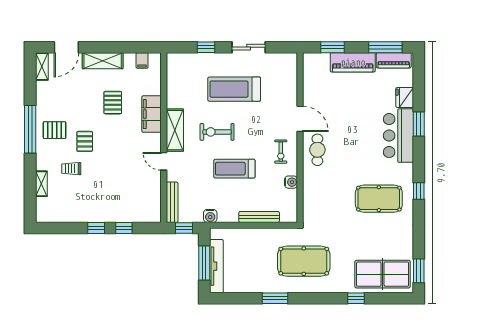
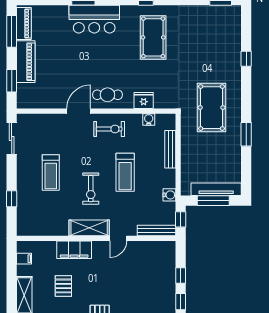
sliding door: (249, 47) -> (12, 138), moved
treadmill: (234, 89) -> (51, 173), width x0.73, depth x0.73
fridge: (405, 97) -> (144, 100), moved, turned 180
pallet: (113, 103) -> (63, 286), turned 90
exercise bike: (281, 152) -> (109, 129), width x1.38, depth x1.39
water cooler: (291, 182) -> (149, 119), moved
table tennis table: (383, 274) -> (224, 34), removed

